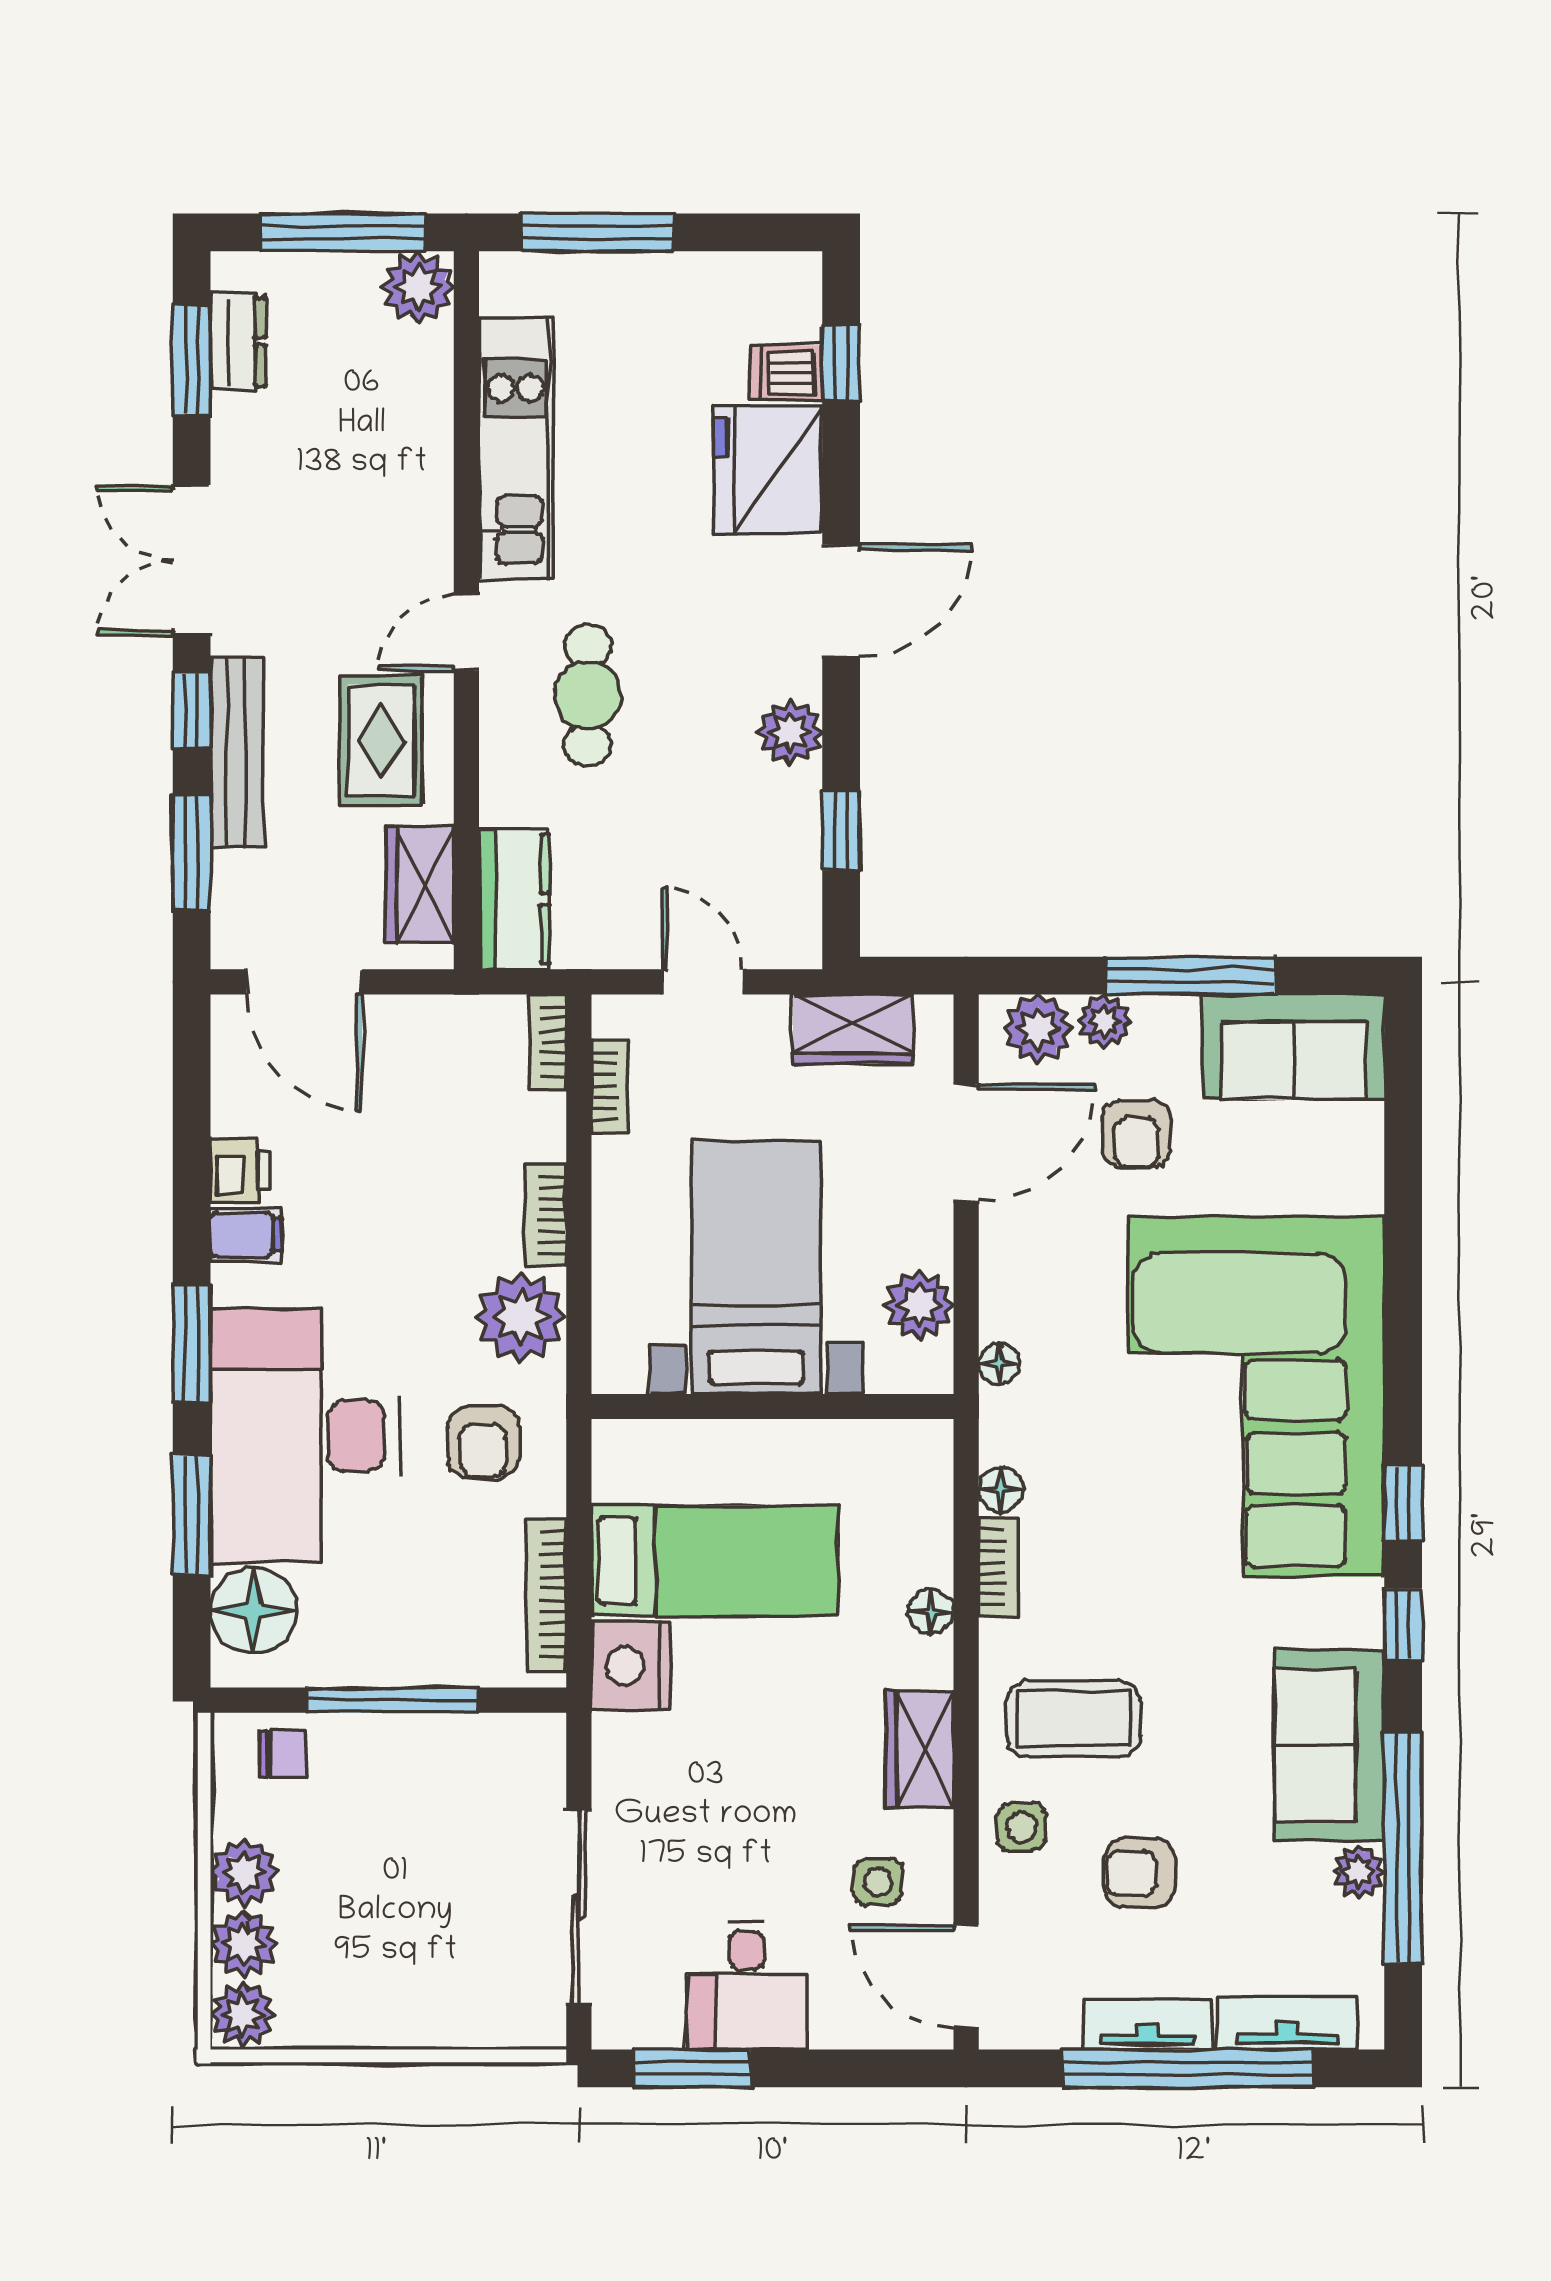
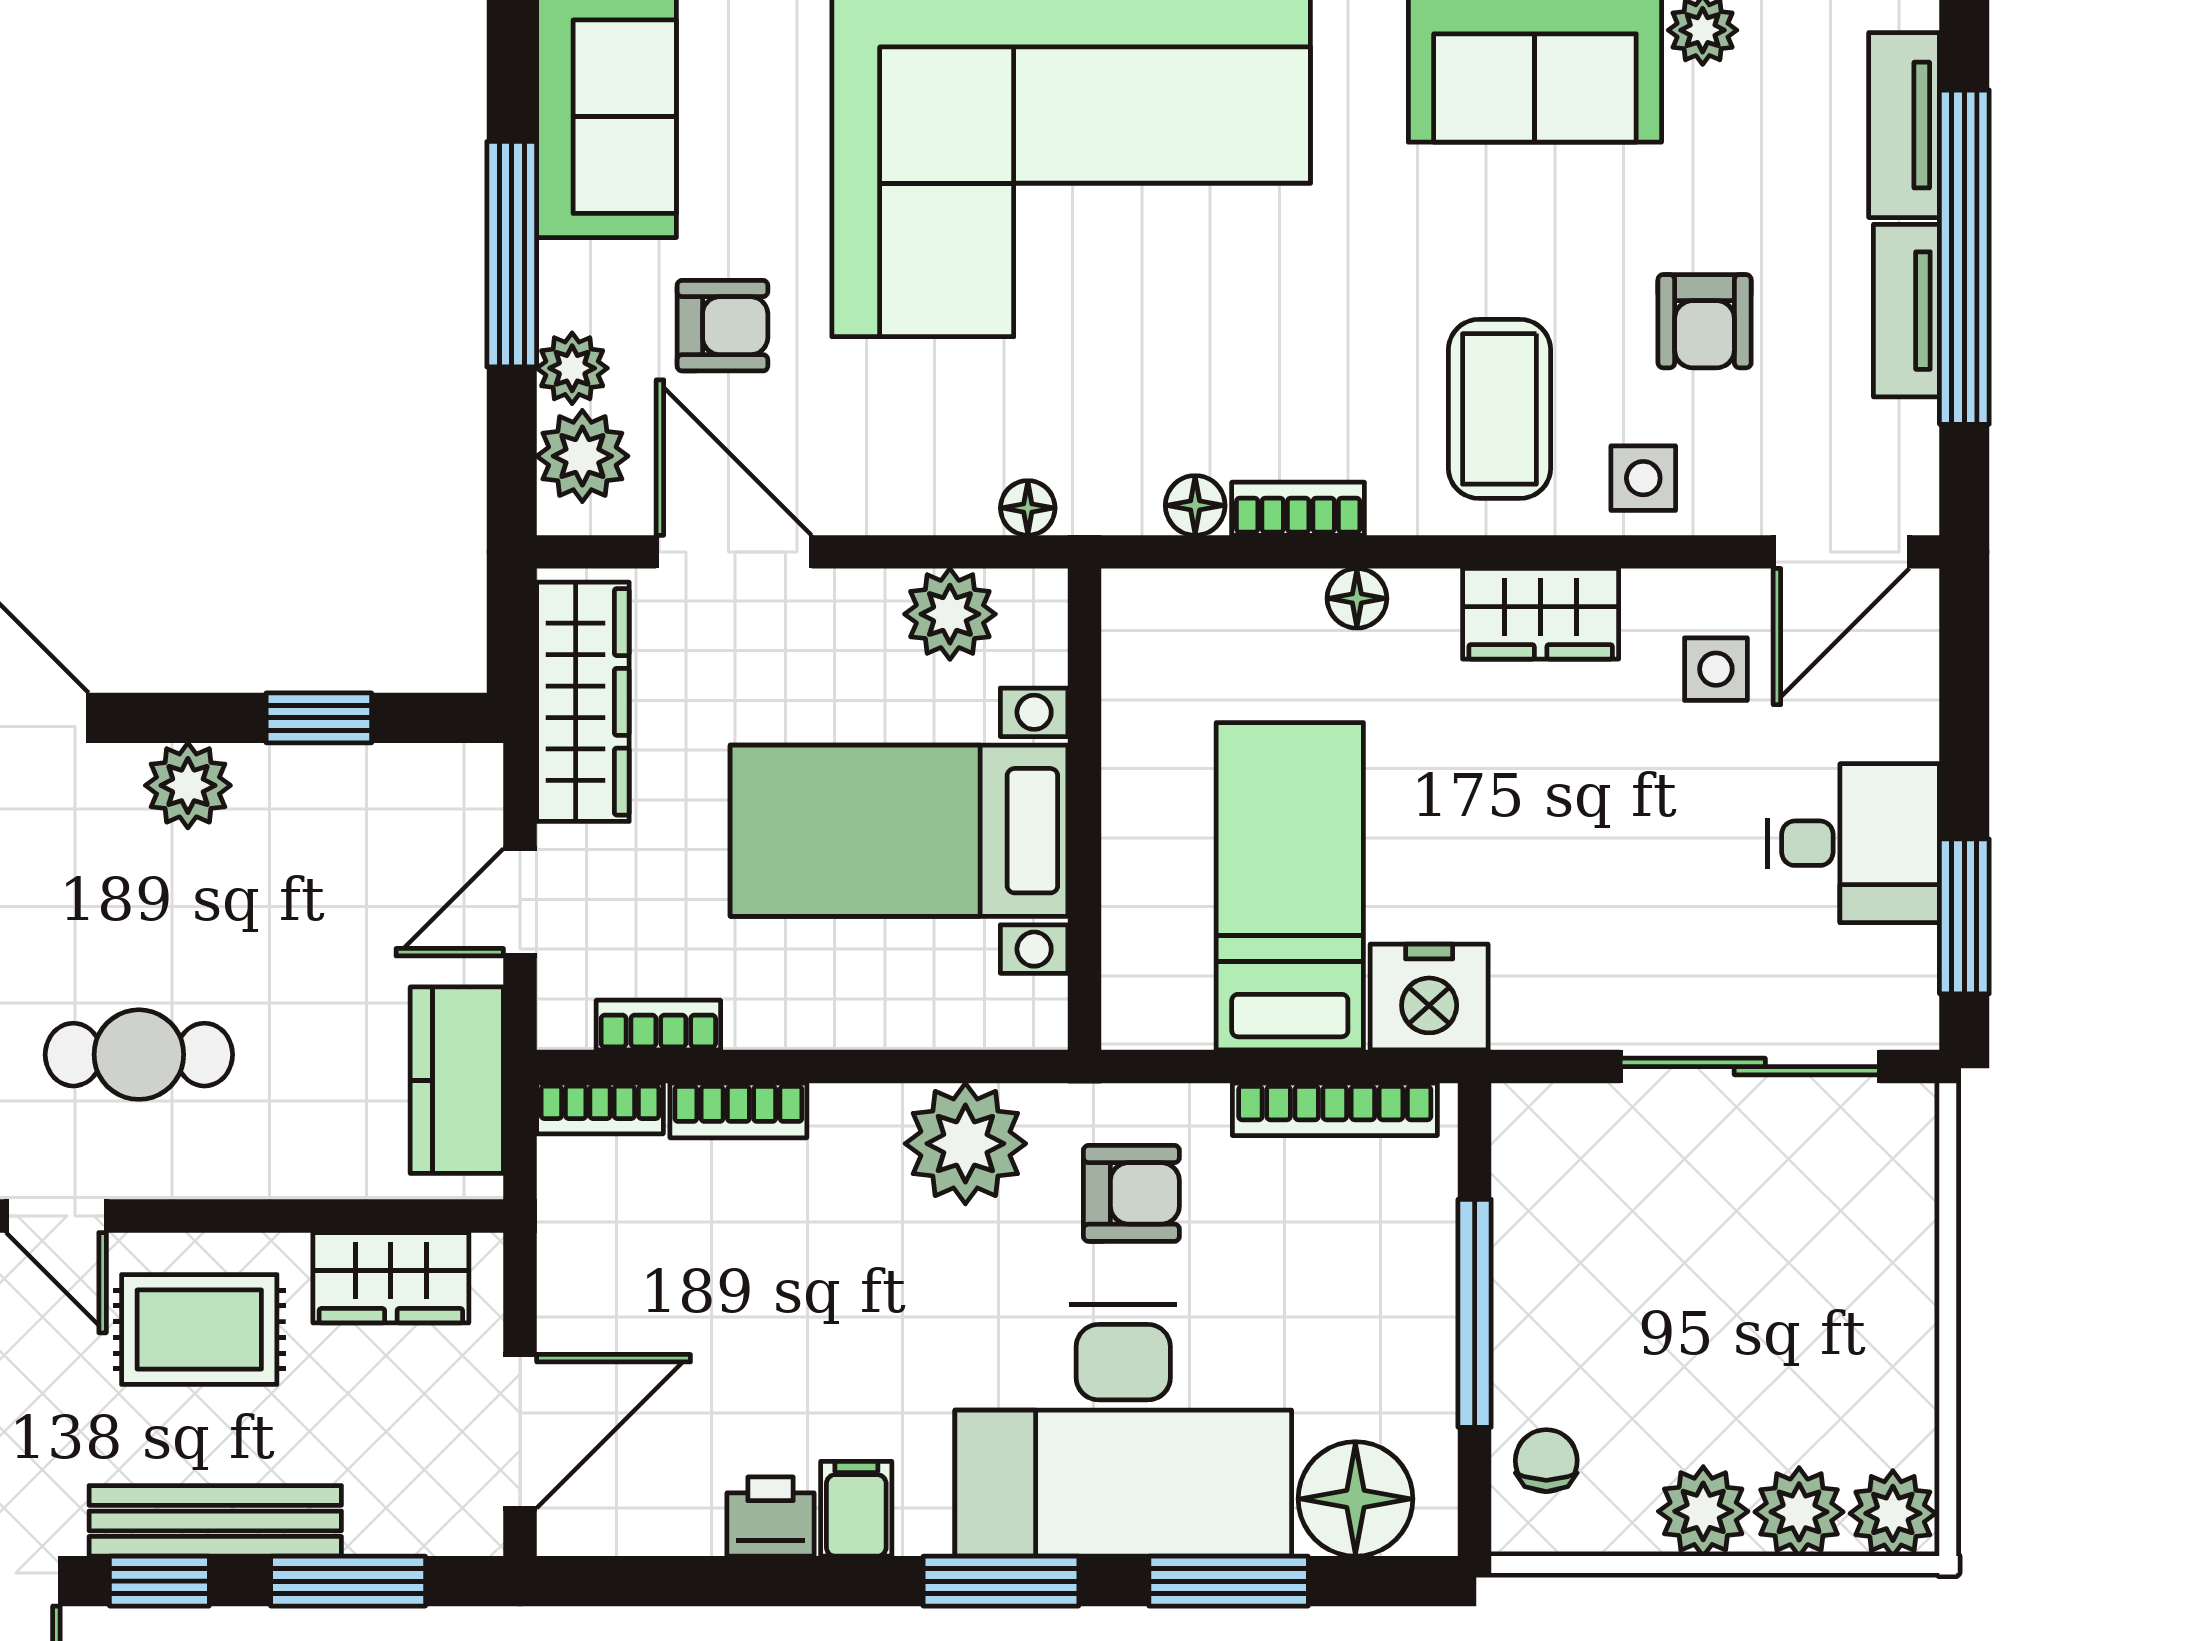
kitchen counter: (514, 899) -> (457, 1080), moved, turned -90
wardrobe: (853, 1029) -> (583, 702), width x1.50
bookcase: (546, 1215) -> (738, 1110), moved

